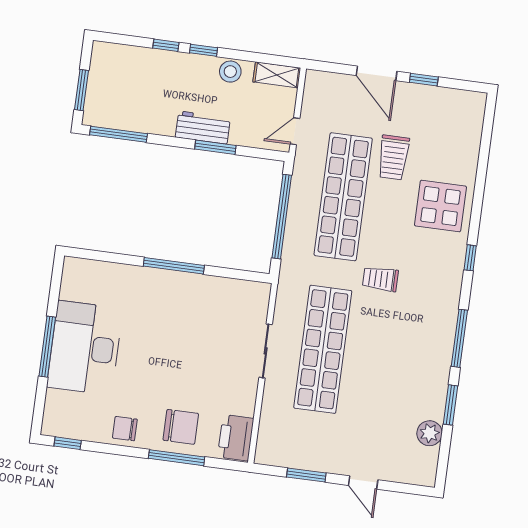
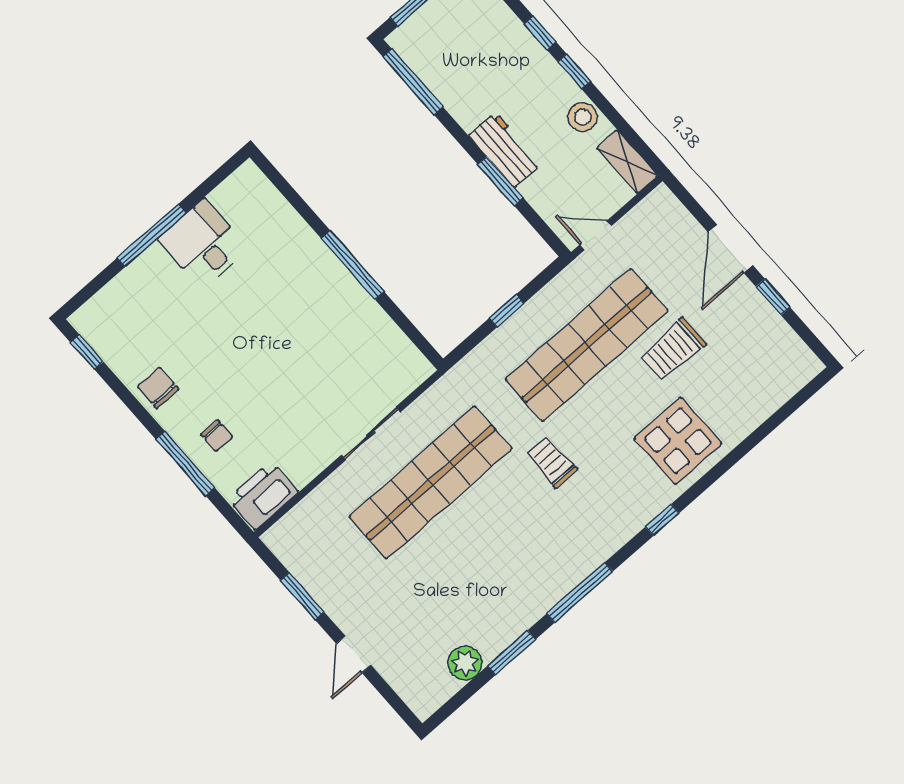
window: (282, 217) -> (507, 311), width x0.32
desk: (85, 348) -> (203, 244), width x0.53, depth x0.77
chair: (181, 427) -> (217, 436), width x0.54, depth x0.54

